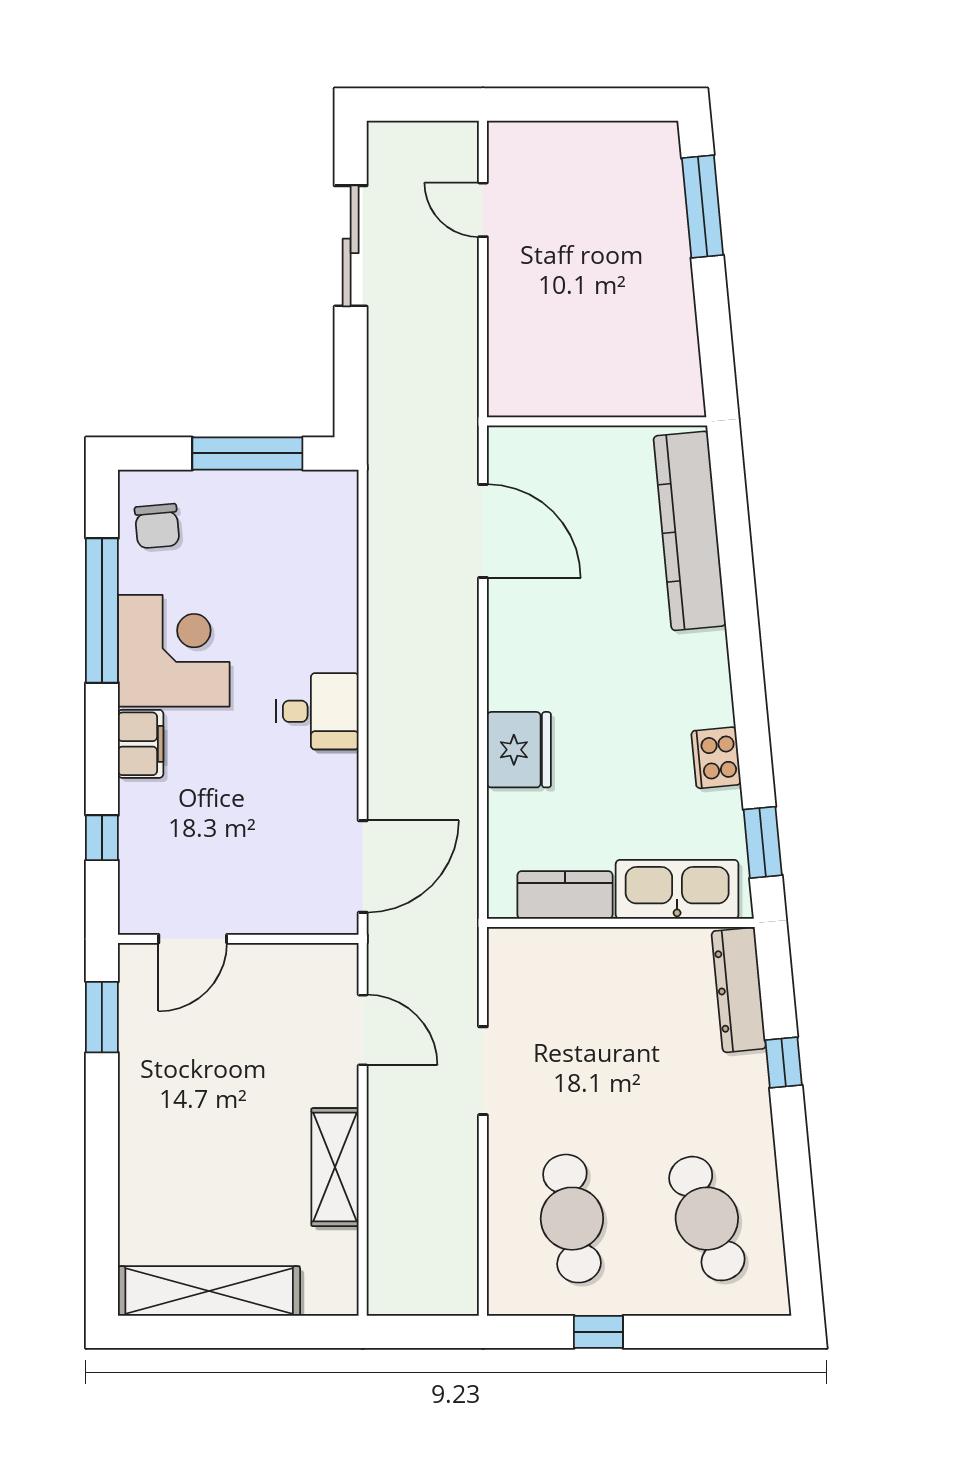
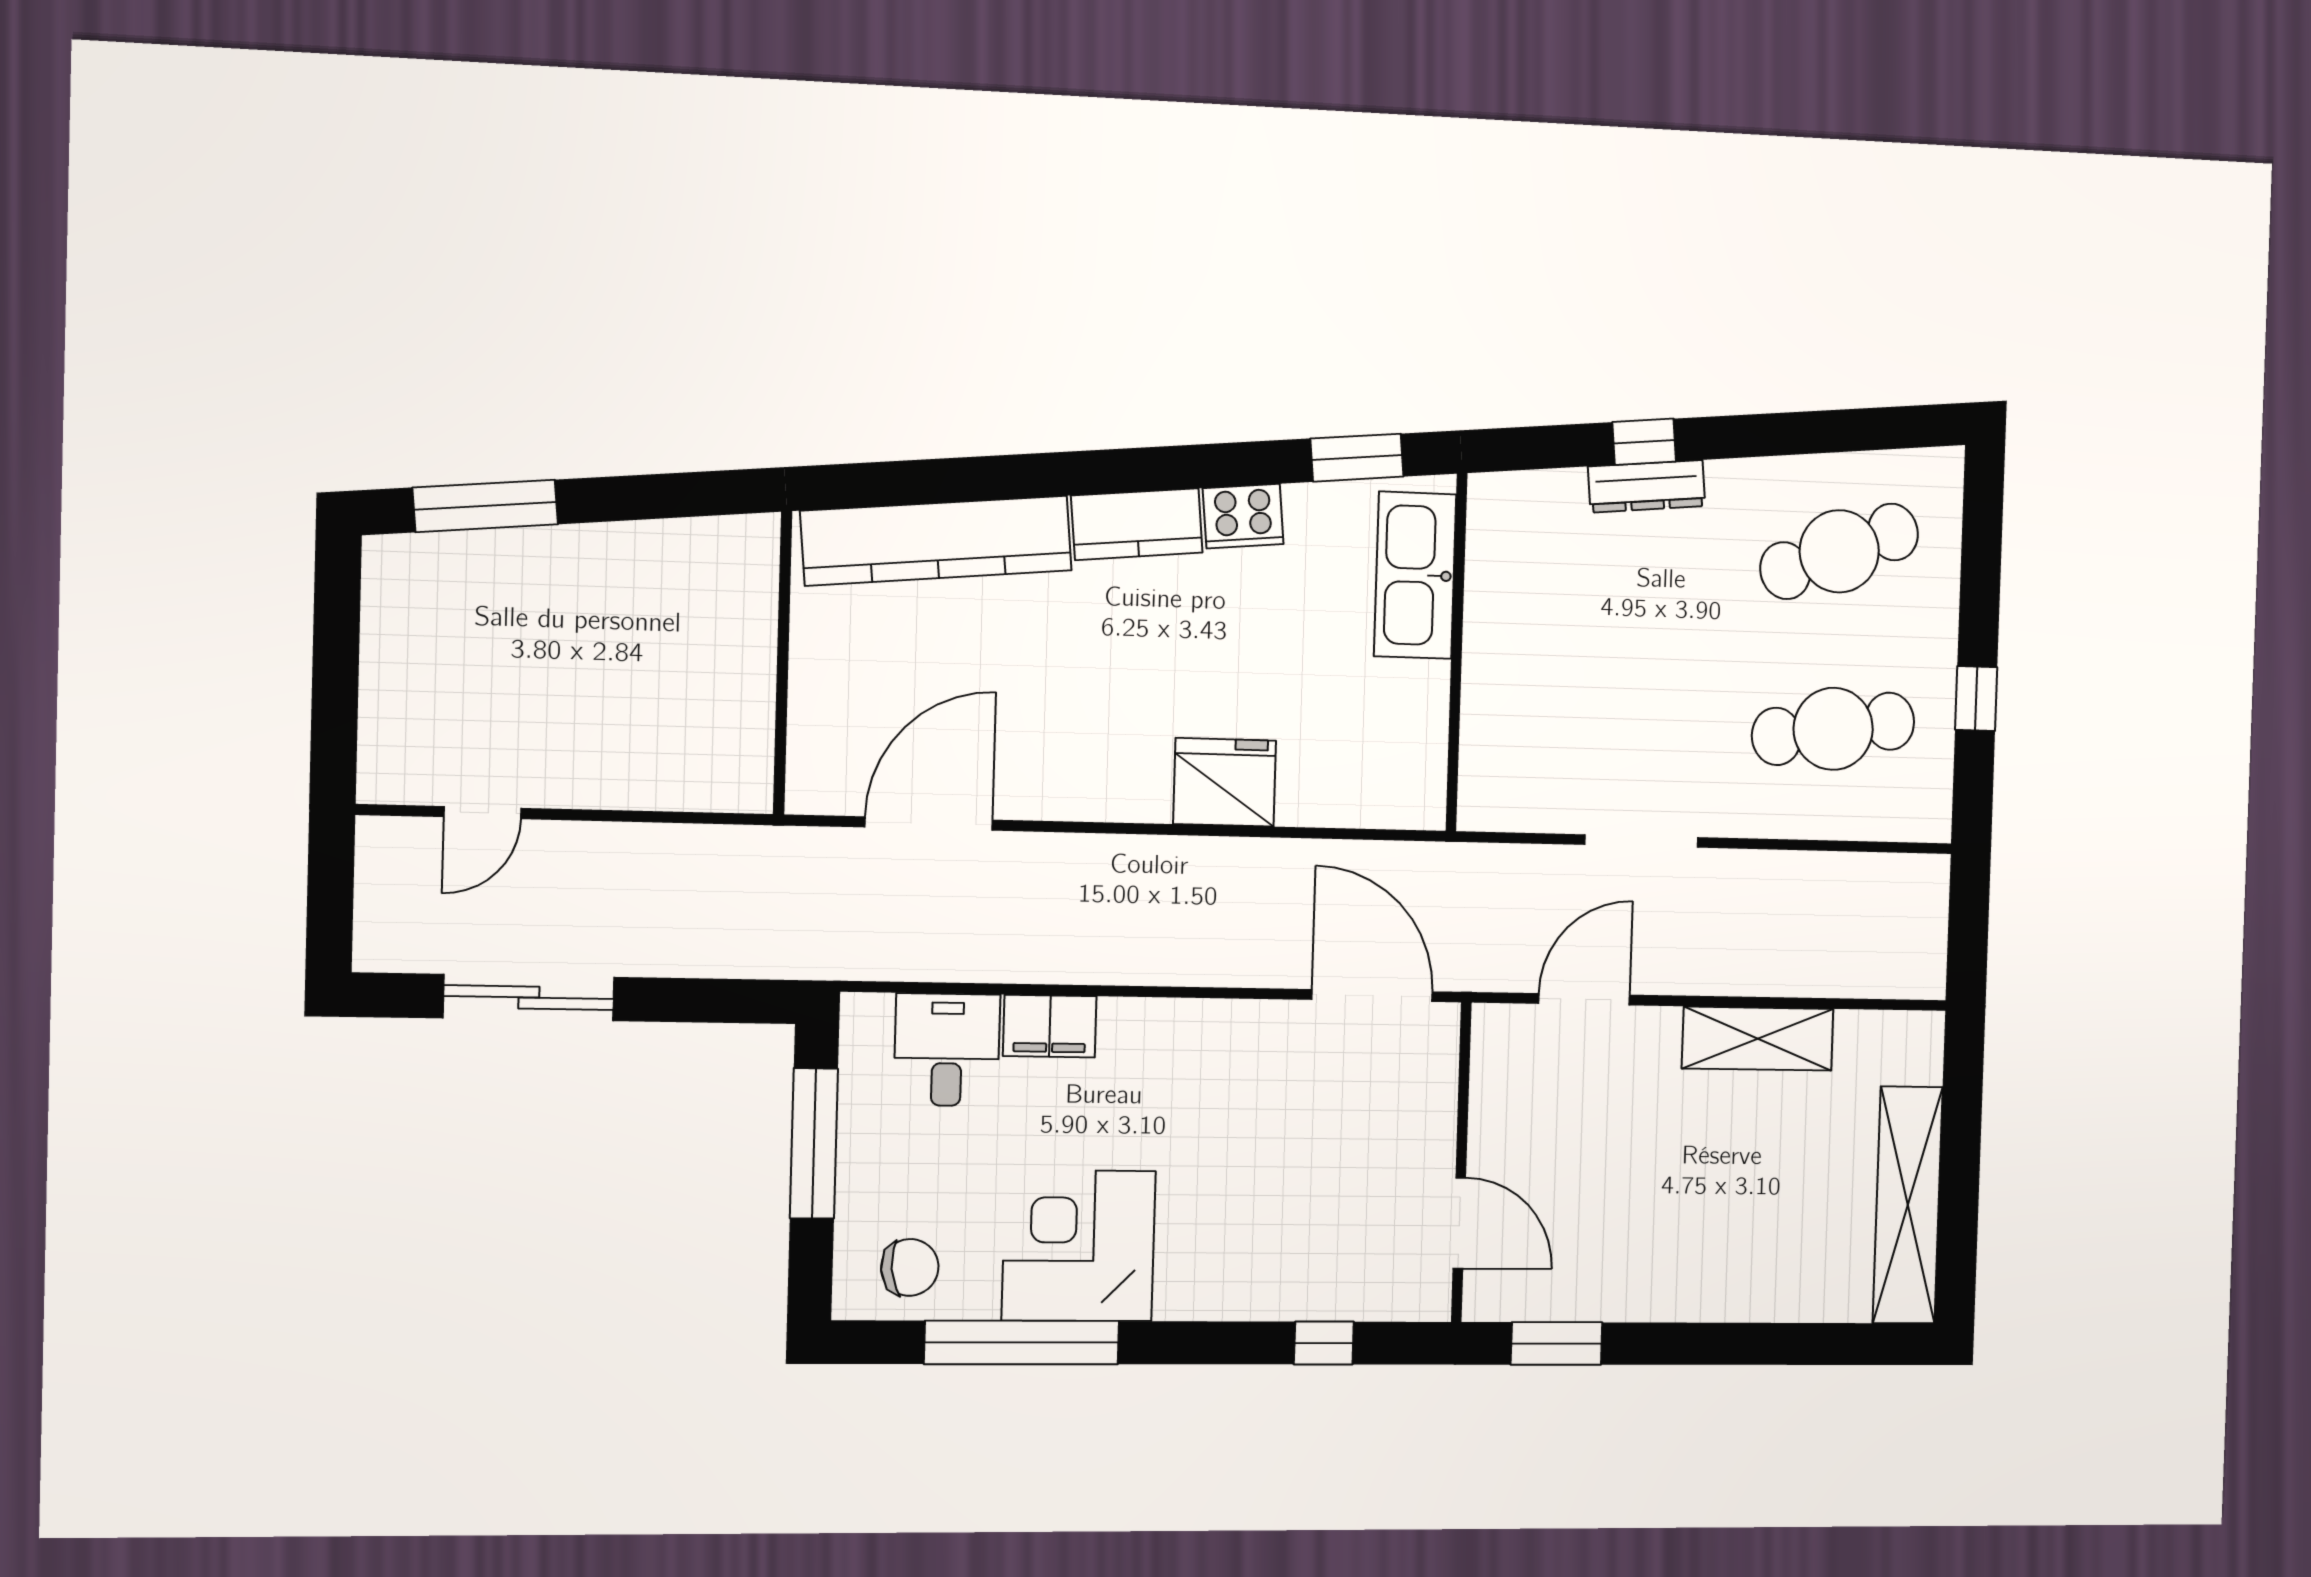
desk: (317, 711) -> (947, 1050), moved
filing cabinet: (141, 744) -> (1050, 1026), moved, turned 180
kitchen counter: (565, 895) -> (1137, 524), moved, turned -95
dresser: (739, 990) -> (1647, 486), moved, width x0.73, depth x0.80

